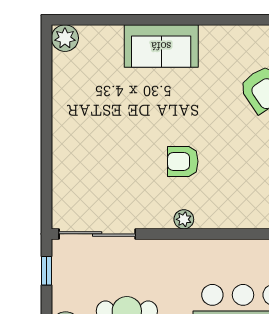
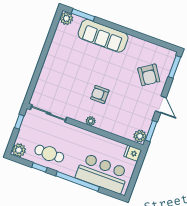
window: (95, 20) -> (83, 15), added
sofa: (161, 46) -> (103, 36), width x1.36

